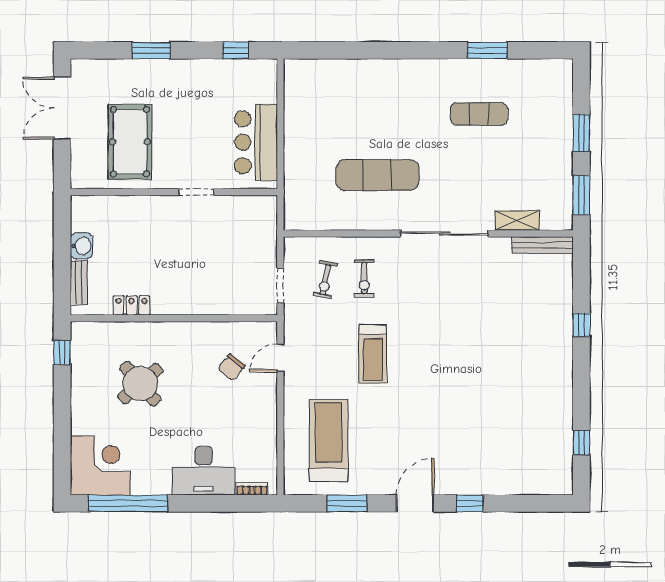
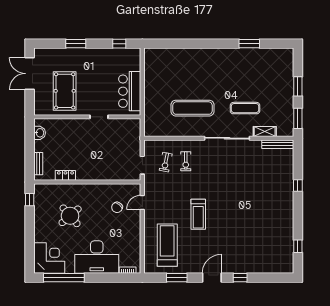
exercise mat: (479, 114) -> (245, 108), moved
washbasin: (82, 246) -> (40, 133), moved
treadmill: (373, 354) -> (198, 214), moved
desk: (203, 471) -> (97, 257), width x1.36, depth x1.30

